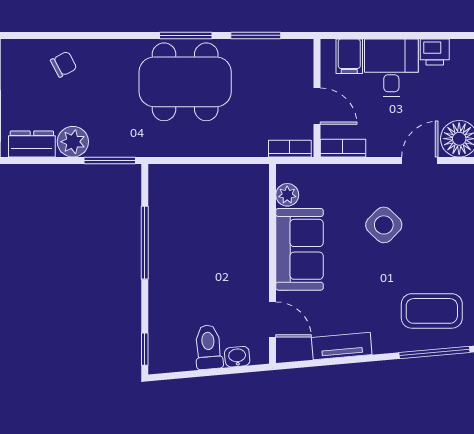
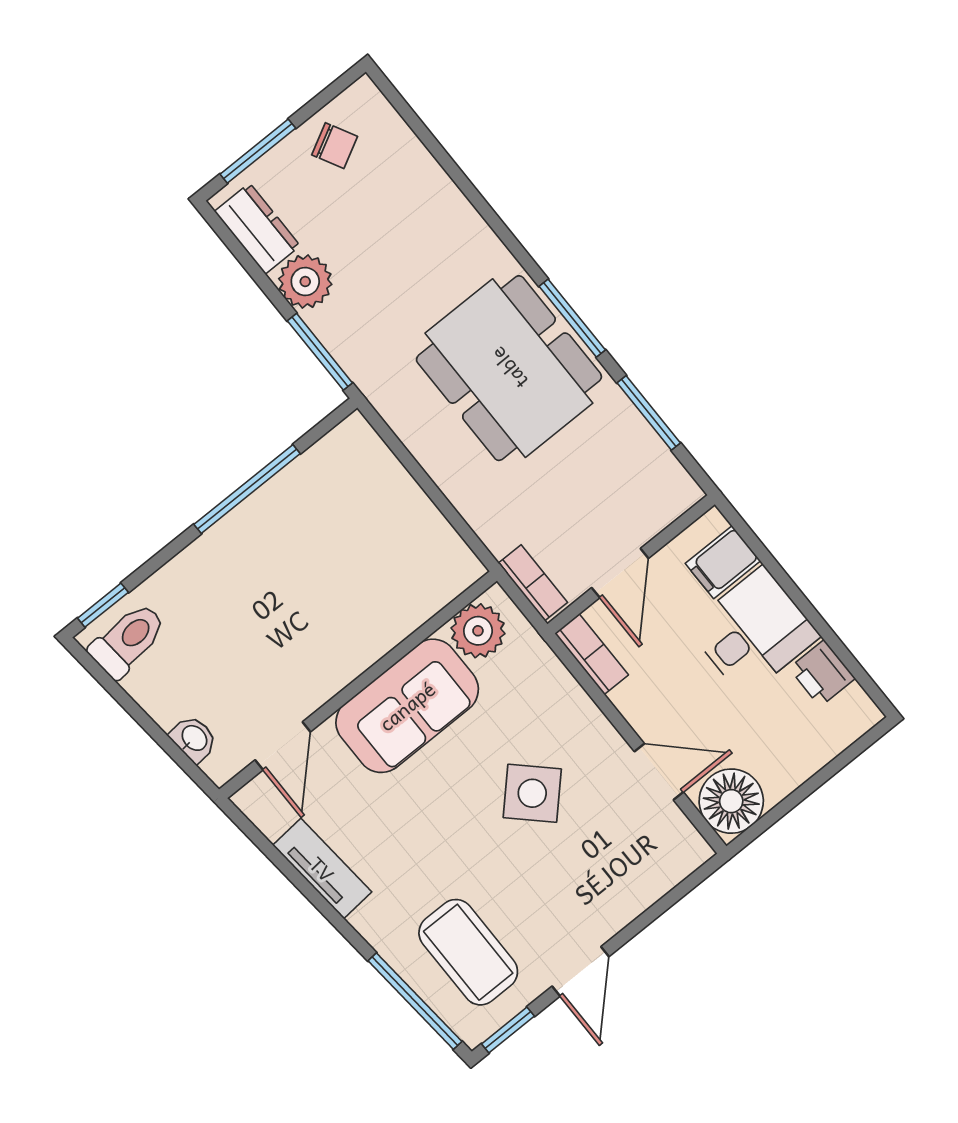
chair: (64, 64) -> (335, 146), moved
plant: (287, 195) -> (478, 631), width x1.38, depth x1.38
toilet: (208, 347) -> (128, 640), moved

